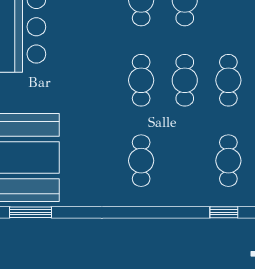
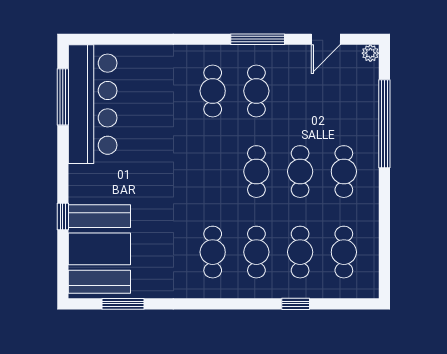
cafe table: (141, 80) -> (256, 252), moved
window: (31, 212) -> (123, 304), moved

